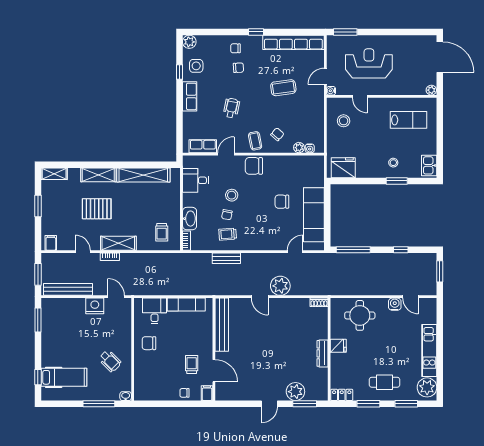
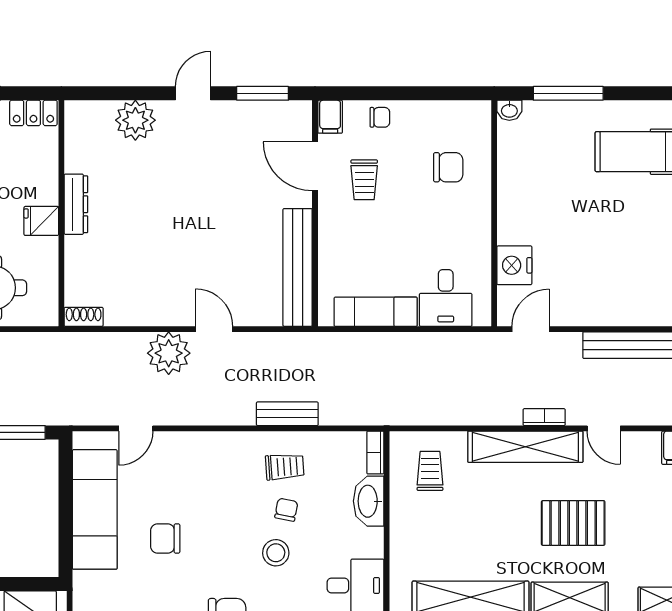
chair: (282, 202) -> (165, 538), turned 180
shelving: (118, 243) -> (525, 447), width x1.47
door: (116, 297) -> (530, 329), swing flipped
nightstand: (95, 306) -> (514, 265), moved, turned 90
chair: (149, 343) -> (448, 167), moved
wheelchair: (110, 361) -> (544, 188), removed
window: (305, 404) -> (263, 93), moved

